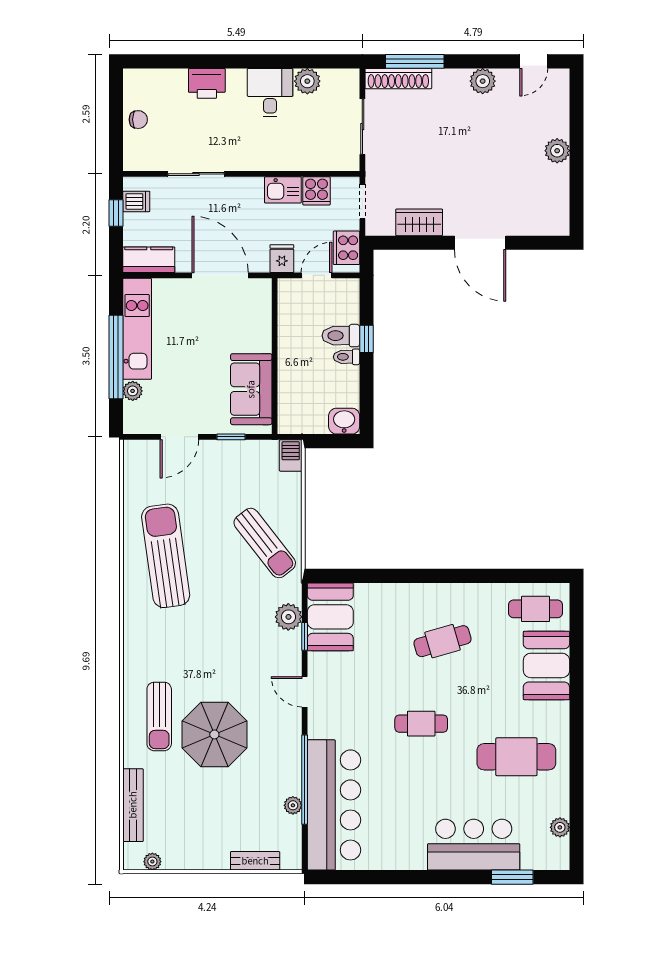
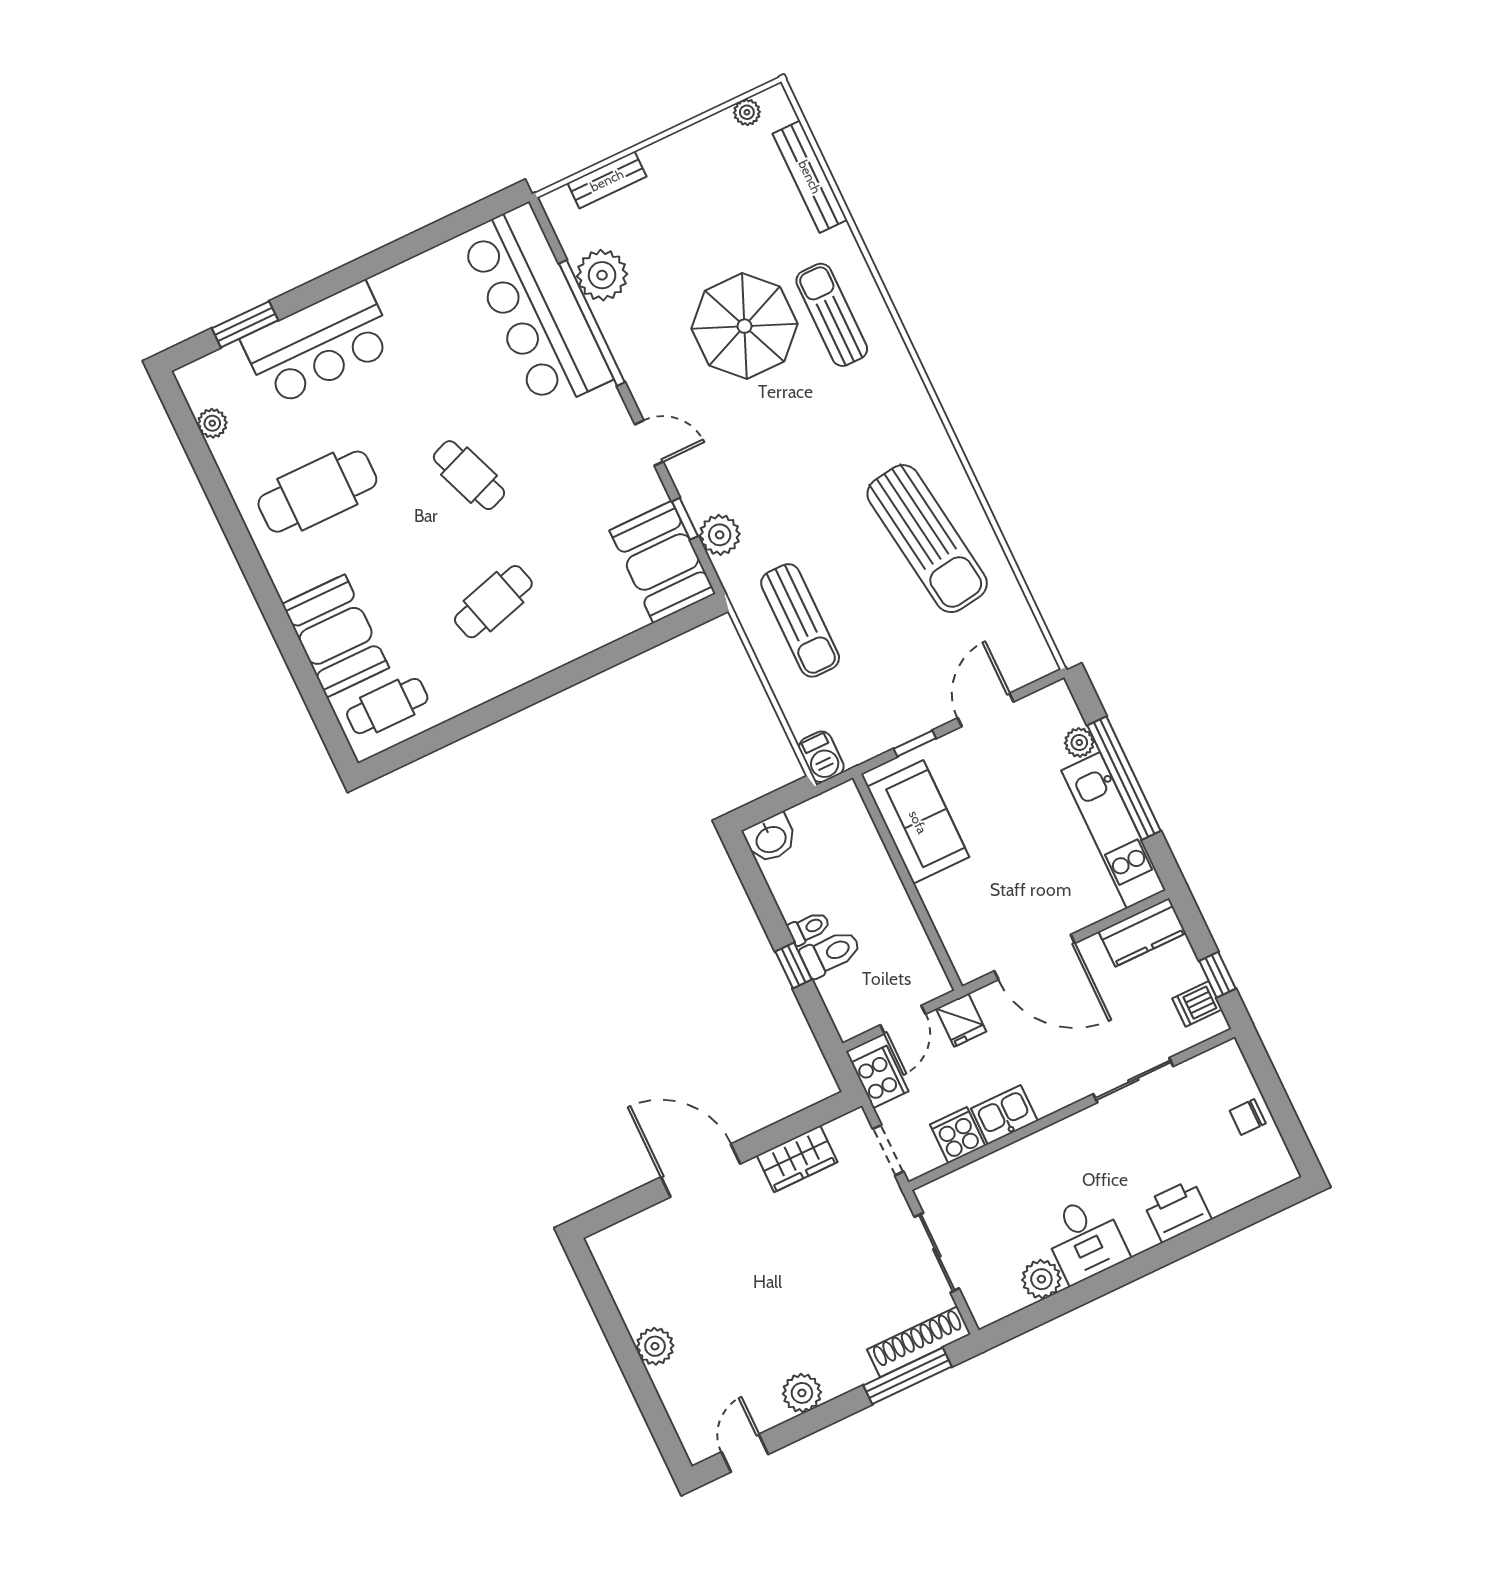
sun lounger: (265, 543) -> (800, 620), turned -142
cafe table: (421, 724) -> (469, 475), turned 69
plant: (293, 805) -> (602, 275), width x1.87, depth x1.87

